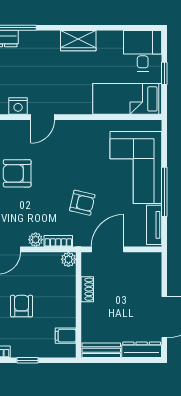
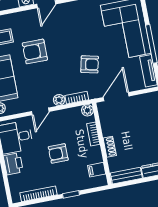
shoe rack: (87, 289) -> (110, 147), moved
bookcase: (70, 290) -> (93, 134), added
armchair: (22, 306) -> (58, 153), turned -90

